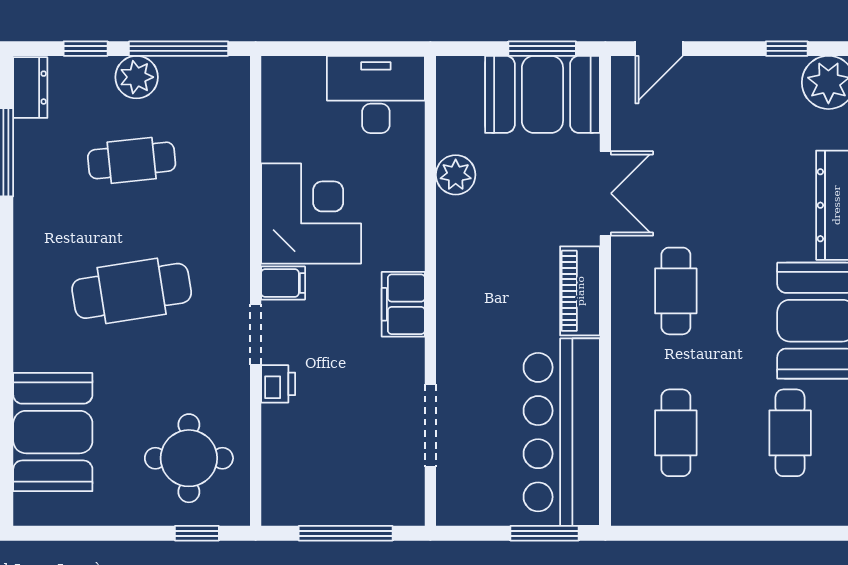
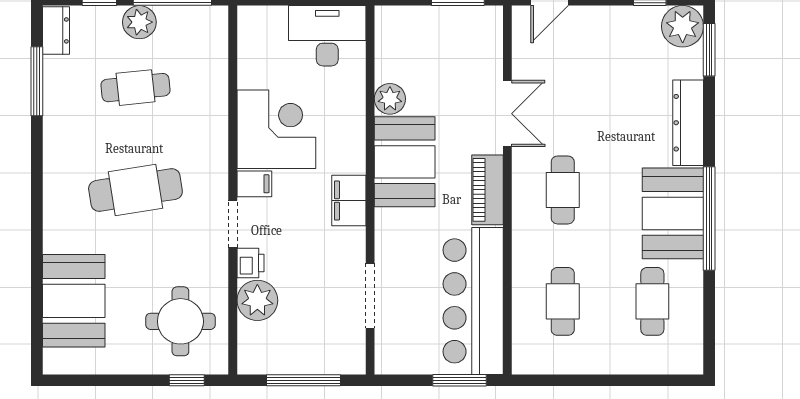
booth: (542, 94) -> (405, 162), moved, turned 90
plant: (287, 431) -> (257, 300), added

